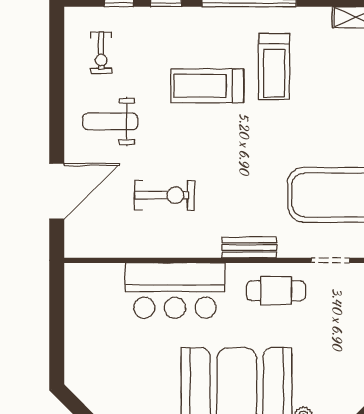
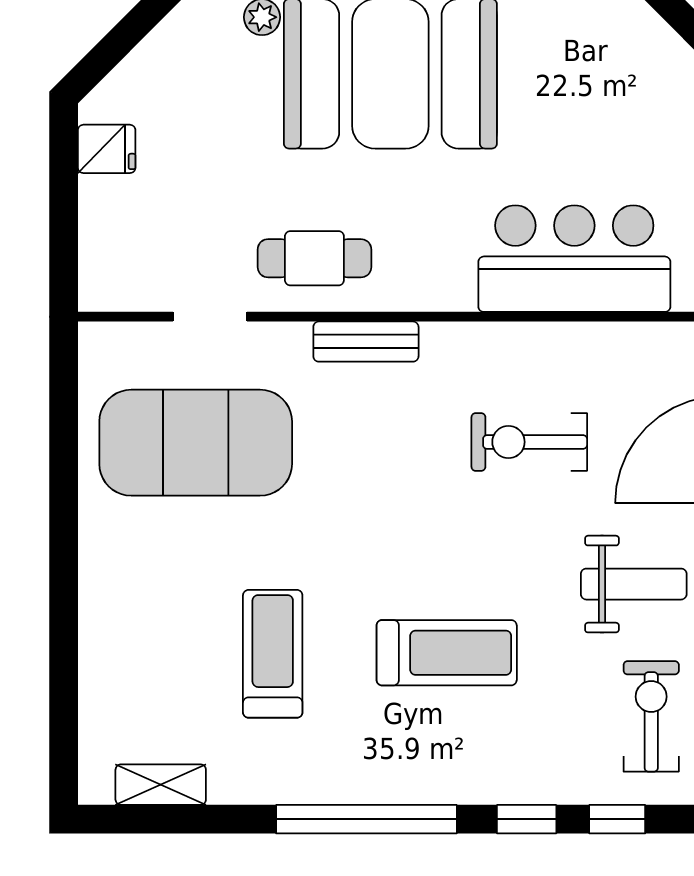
exercise bike: (101, 53) -> (651, 716), width x1.38, depth x1.39
treadmill: (274, 67) -> (273, 654), moved
bar counter: (175, 290) -> (574, 259), moved

